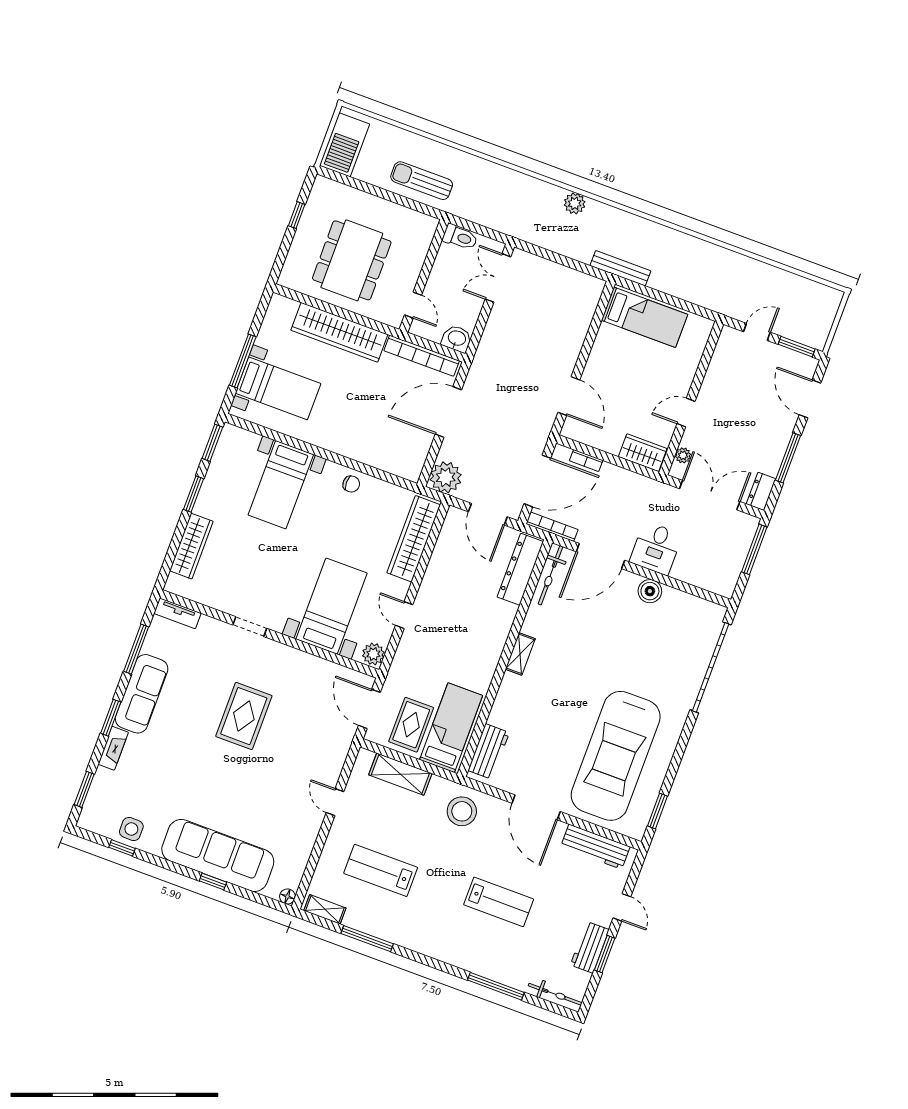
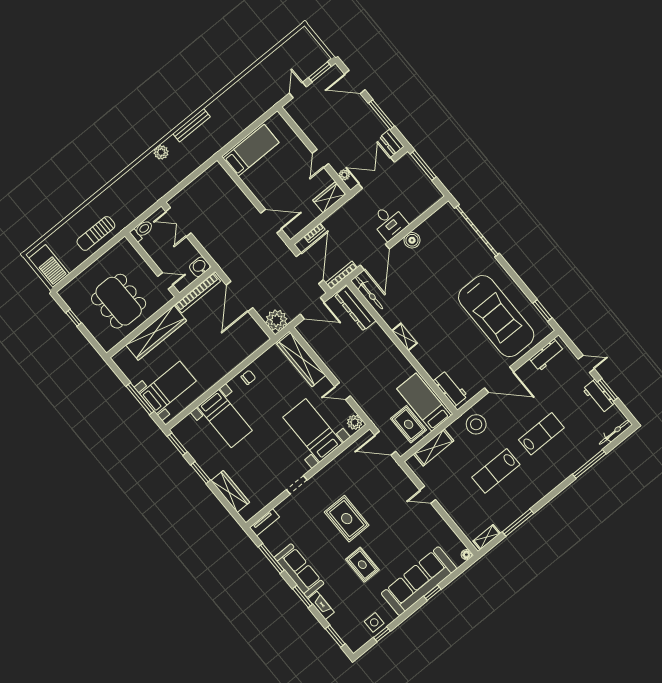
bench: (620, 268) -> (192, 125), moved
rug: (197, 770) -> (362, 565), added
workbench: (595, 847) -> (547, 355), width x0.73
lab bench: (381, 870) -> (496, 471), moved

